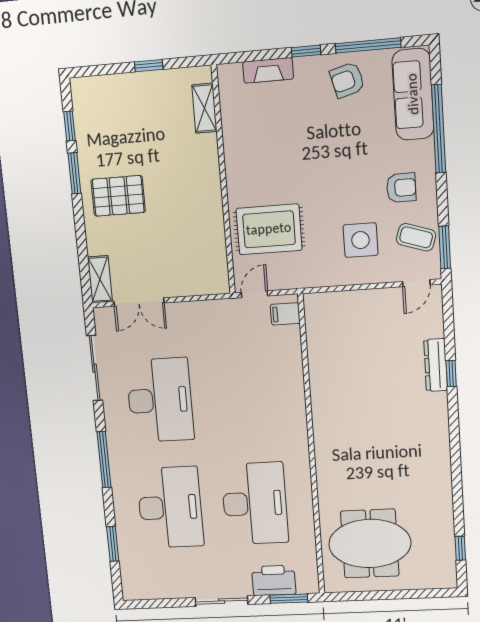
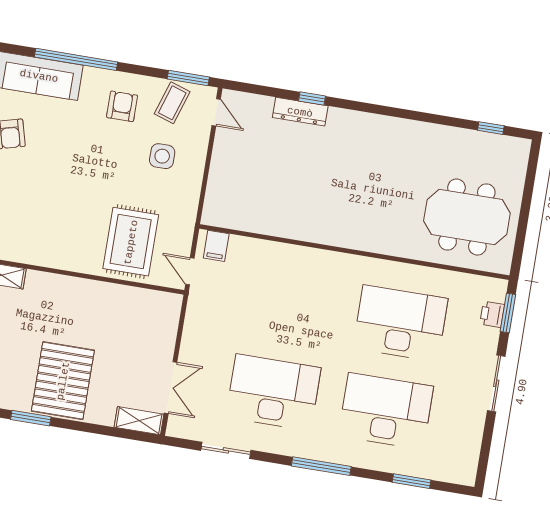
pallet: (118, 196) -> (63, 381), width x1.37, depth x1.41
side table: (361, 240) -> (162, 156), width x0.73, depth x0.73
sliding door: (95, 368) -> (226, 450), width x0.73
meeting table: (370, 544) -> (467, 217), turned 90
printer: (274, 580) -> (492, 314), width x0.53, depth x0.68

